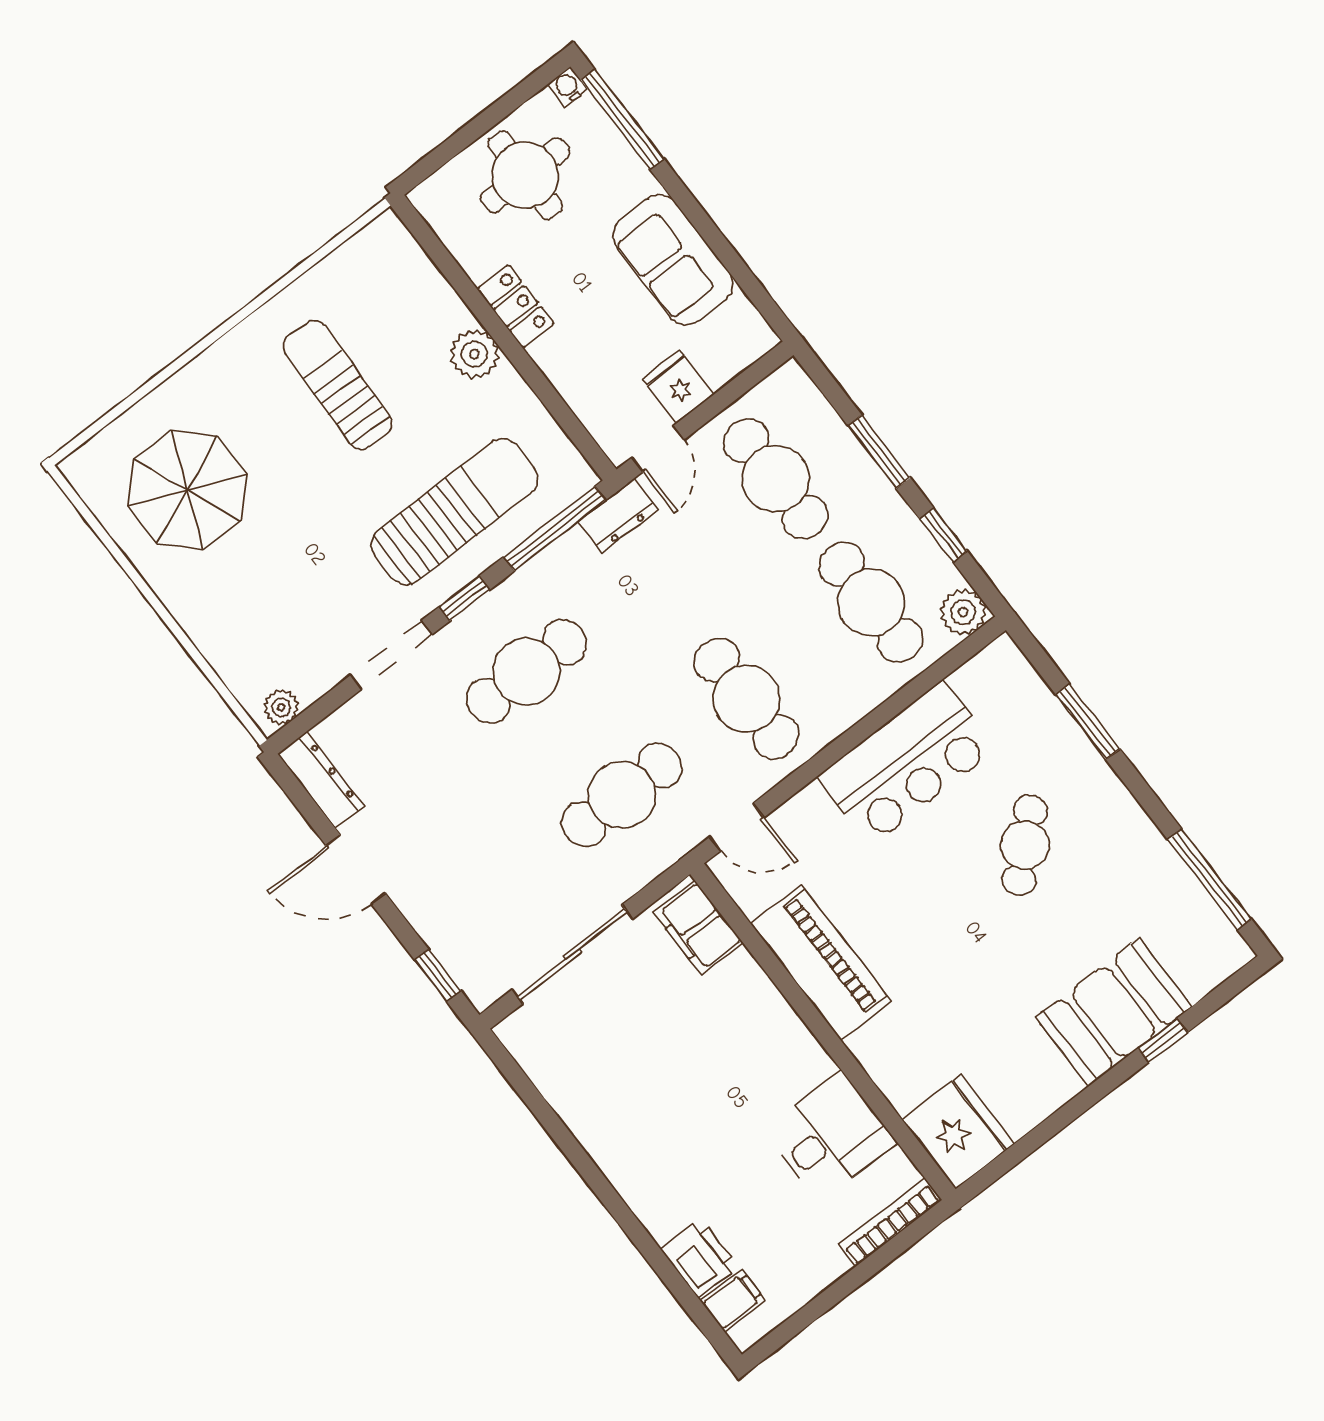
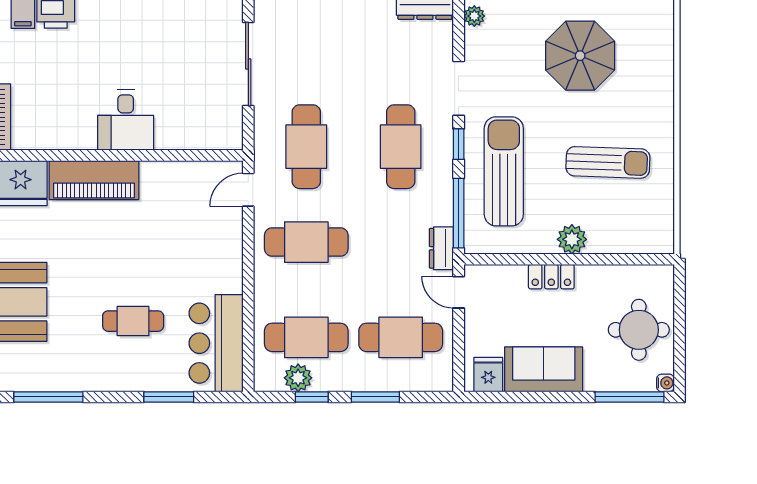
locker: (516, 306) -> (551, 277), moved
fridge: (678, 387) -> (488, 375), moved, turned -90
parasol: (187, 490) -> (580, 56), moved
sun lounger: (454, 512) -> (504, 171), turned 180
plant: (963, 612) -> (298, 378), moved
bar counter: (907, 763) -> (216, 343), moved
cafe table: (1025, 845) -> (133, 321), turned -47
filing cabinet: (698, 928) -> (214, 134), removed
piano: (821, 962) -> (94, 180), moved
desk: (830, 1136) -> (126, 120), moved

